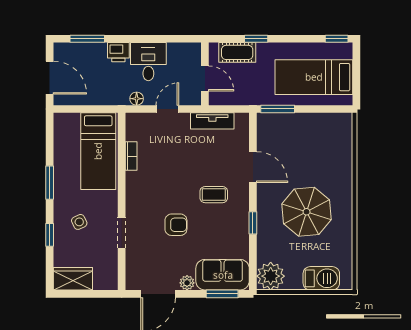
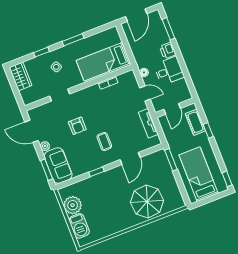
parasol: (307, 212) -> (147, 201), moved
plant: (271, 276) -> (73, 205), moved

